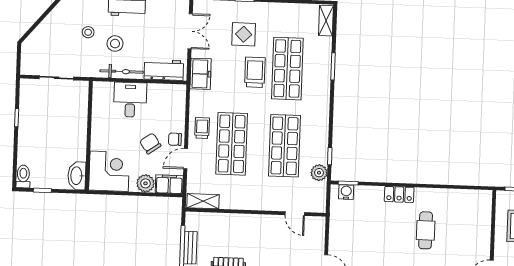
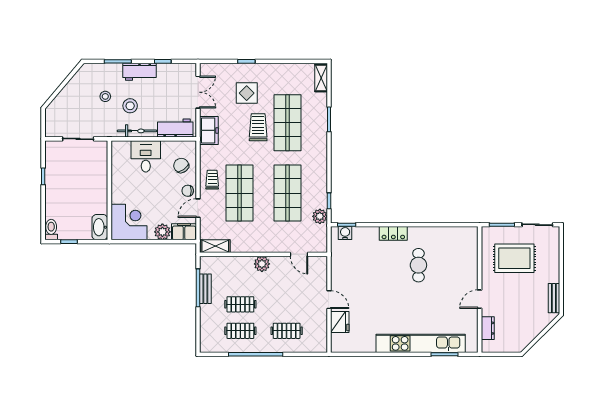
chair: (150, 143) -> (181, 165), moved
plant: (254, 223) -> (262, 264), added

